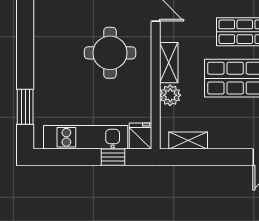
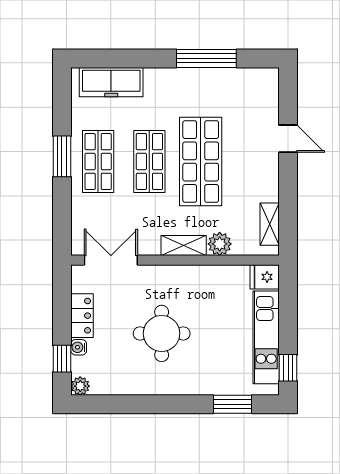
round table: (110, 53) -> (162, 333), moved
window: (113, 157) -> (288, 368), moved

